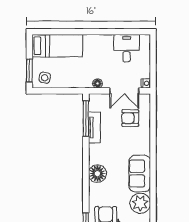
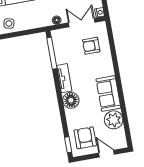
double door: (124, 91) -> (82, 23), swing flipped
tv unit: (94, 127) -> (64, 78), moved

